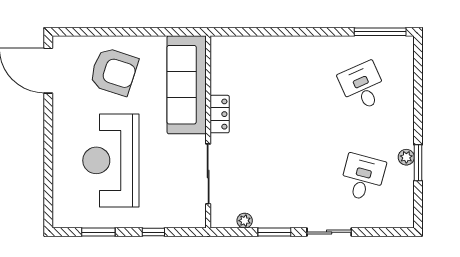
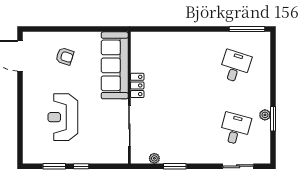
armchair: (114, 72) -> (65, 56), width x0.53, depth x0.53
desk: (363, 86) -> (235, 66), turned 42
reception desk: (111, 160) -> (63, 117), width x0.74, depth x0.77
window: (153, 232) -> (81, 166), moved
sliding door: (329, 232) -> (238, 166), moved

